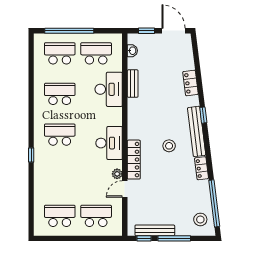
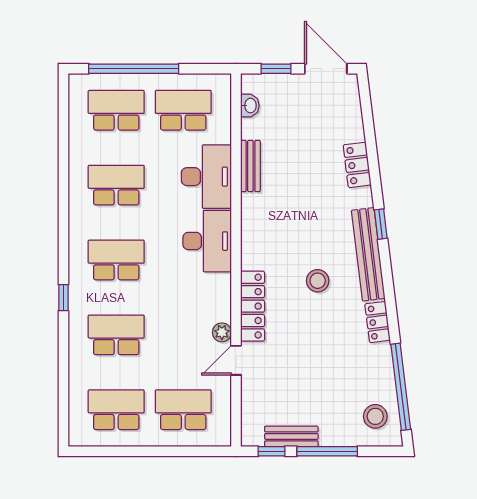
desk: (109, 143) -> (207, 241), moved
school desk: (60, 175) -> (116, 335), added
bench: (155, 230) -> (291, 436), width x0.73

